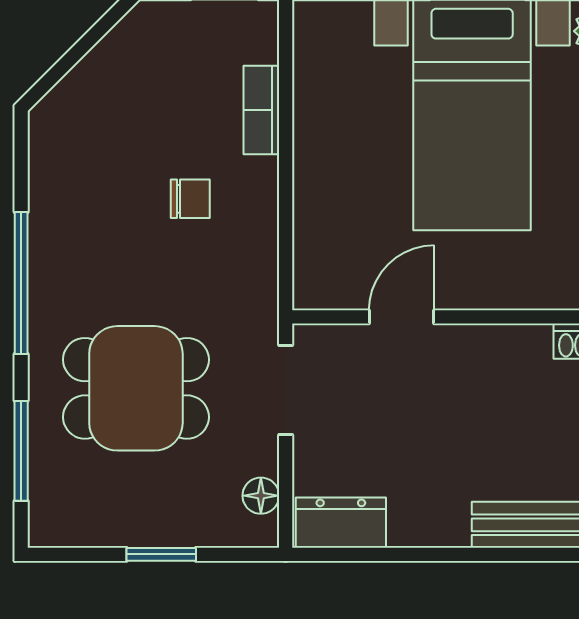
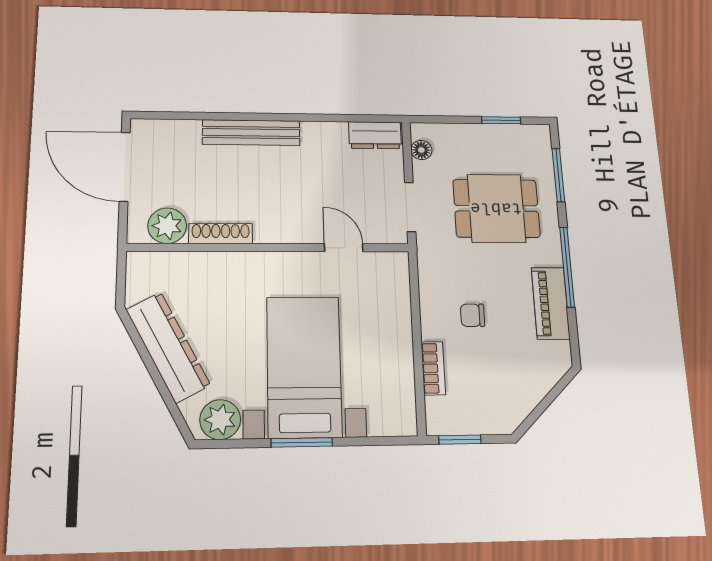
piano: (55, 219) -> (551, 303), added
door: (402, 317) -> (344, 248), swing flipped
window: (161, 554) -> (501, 120), moved

